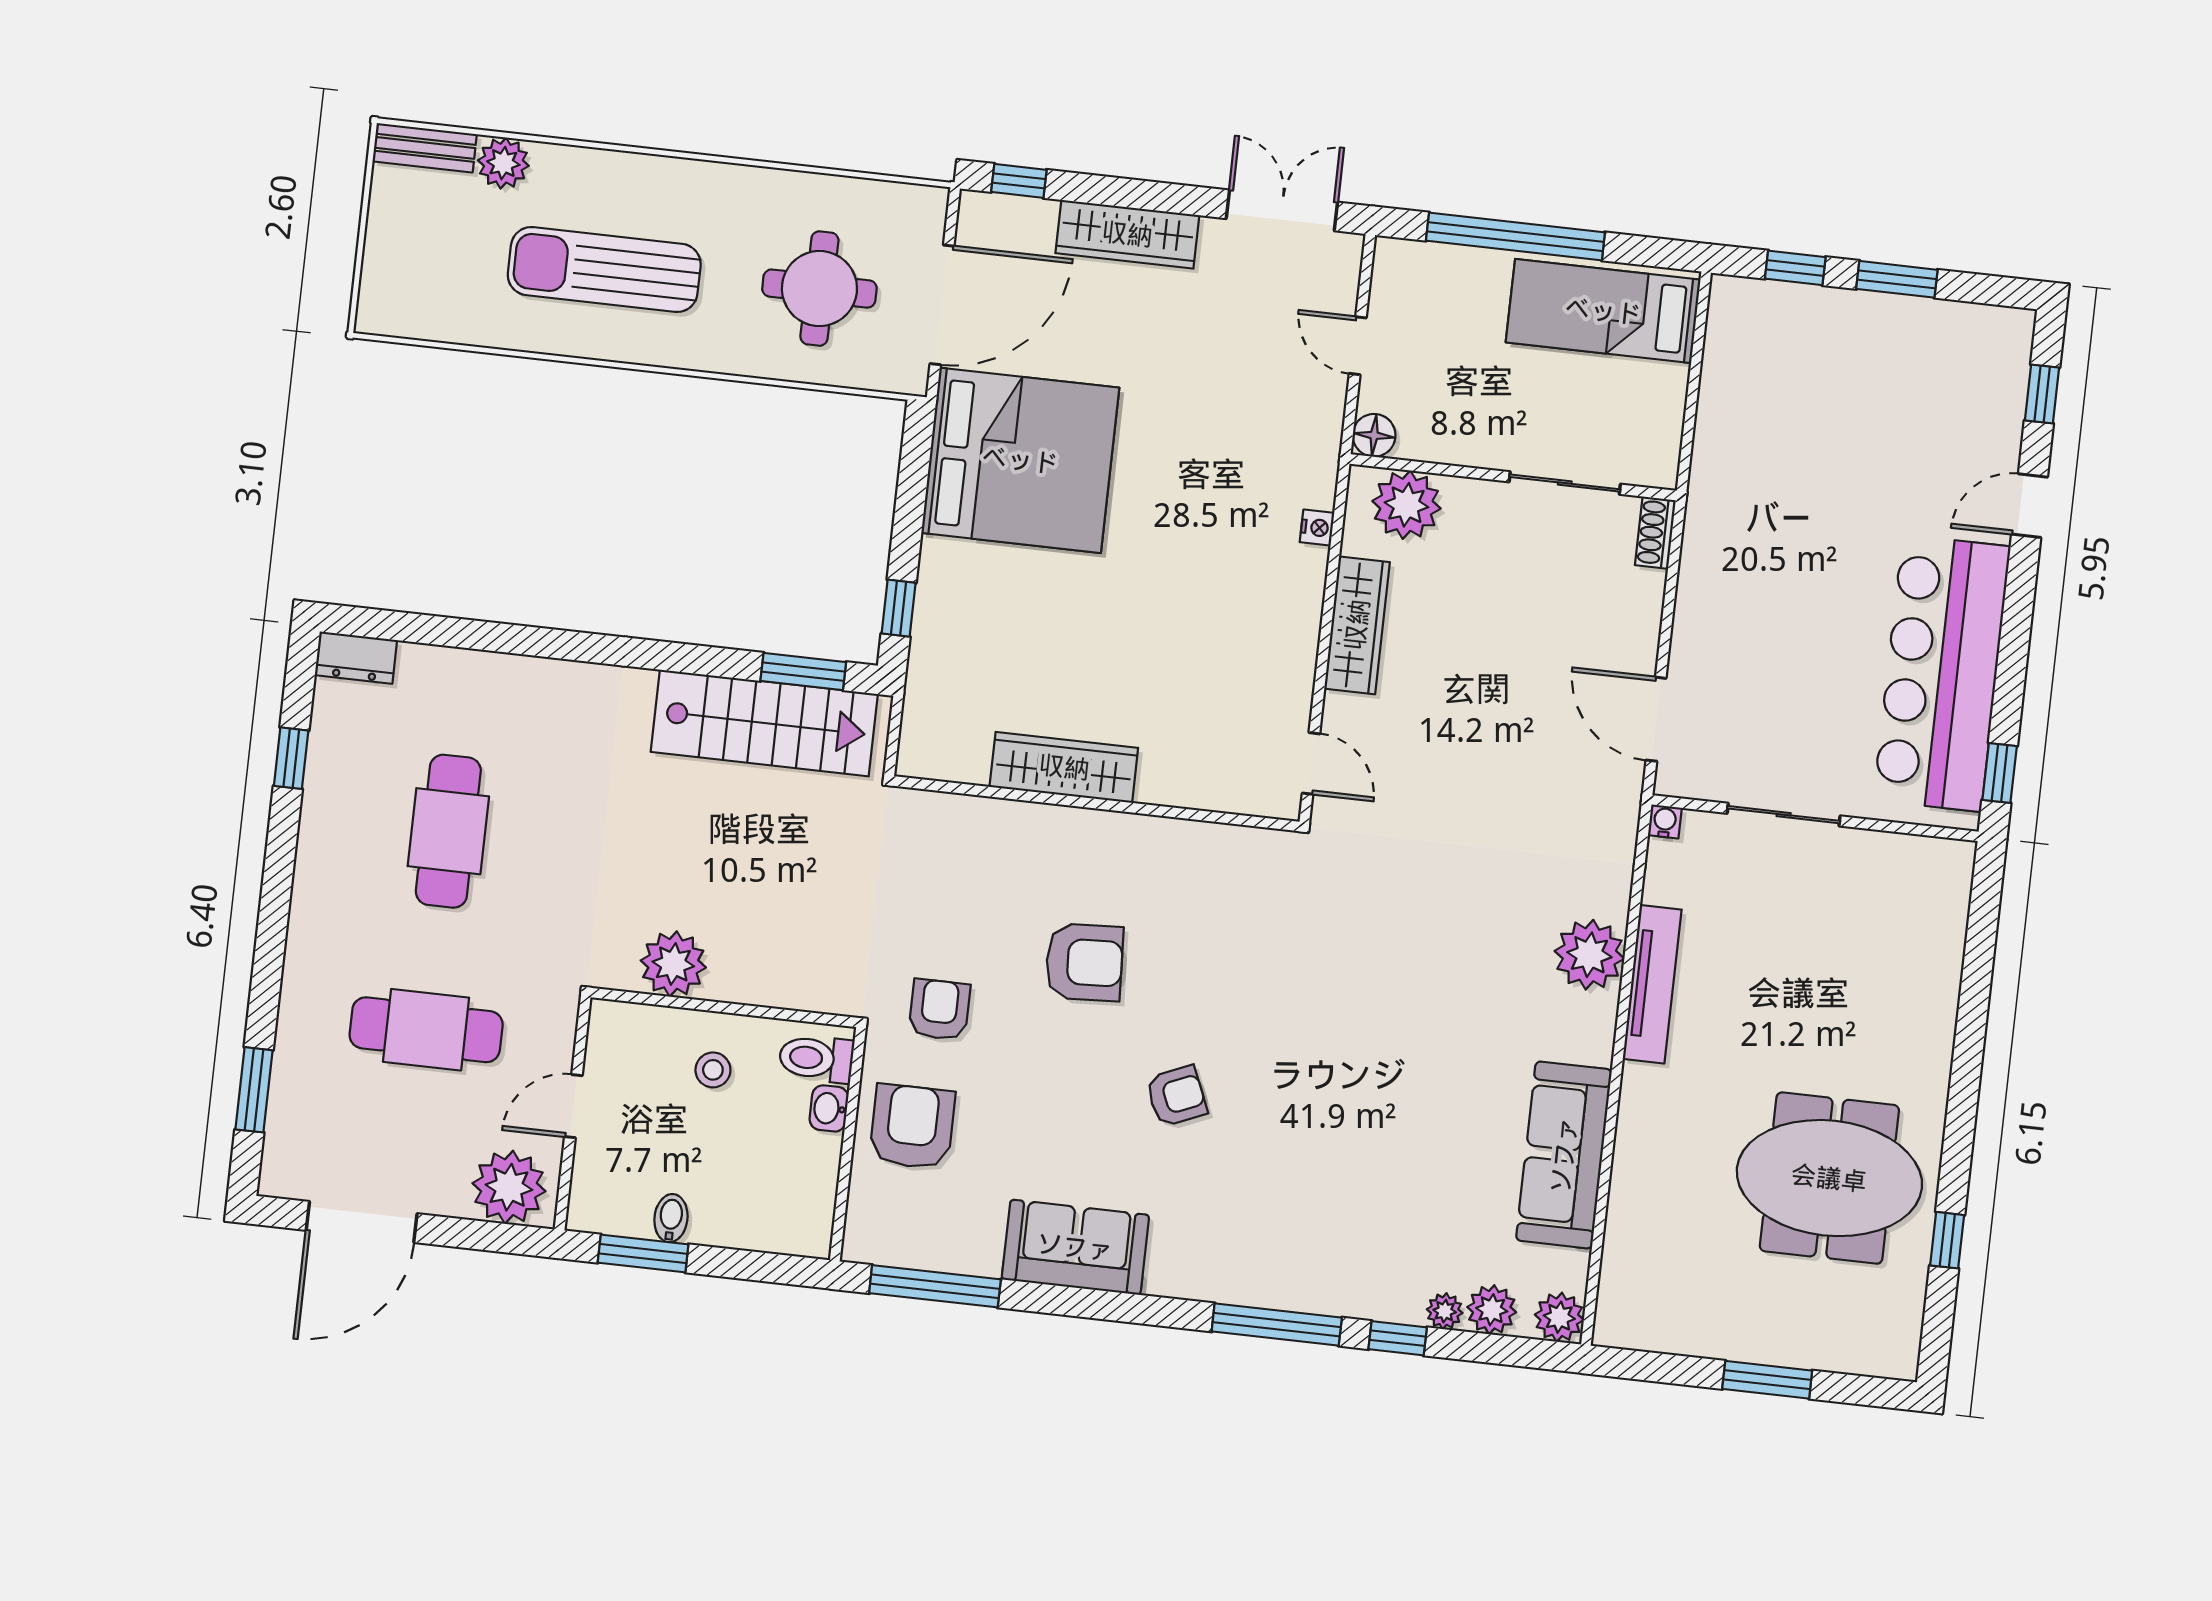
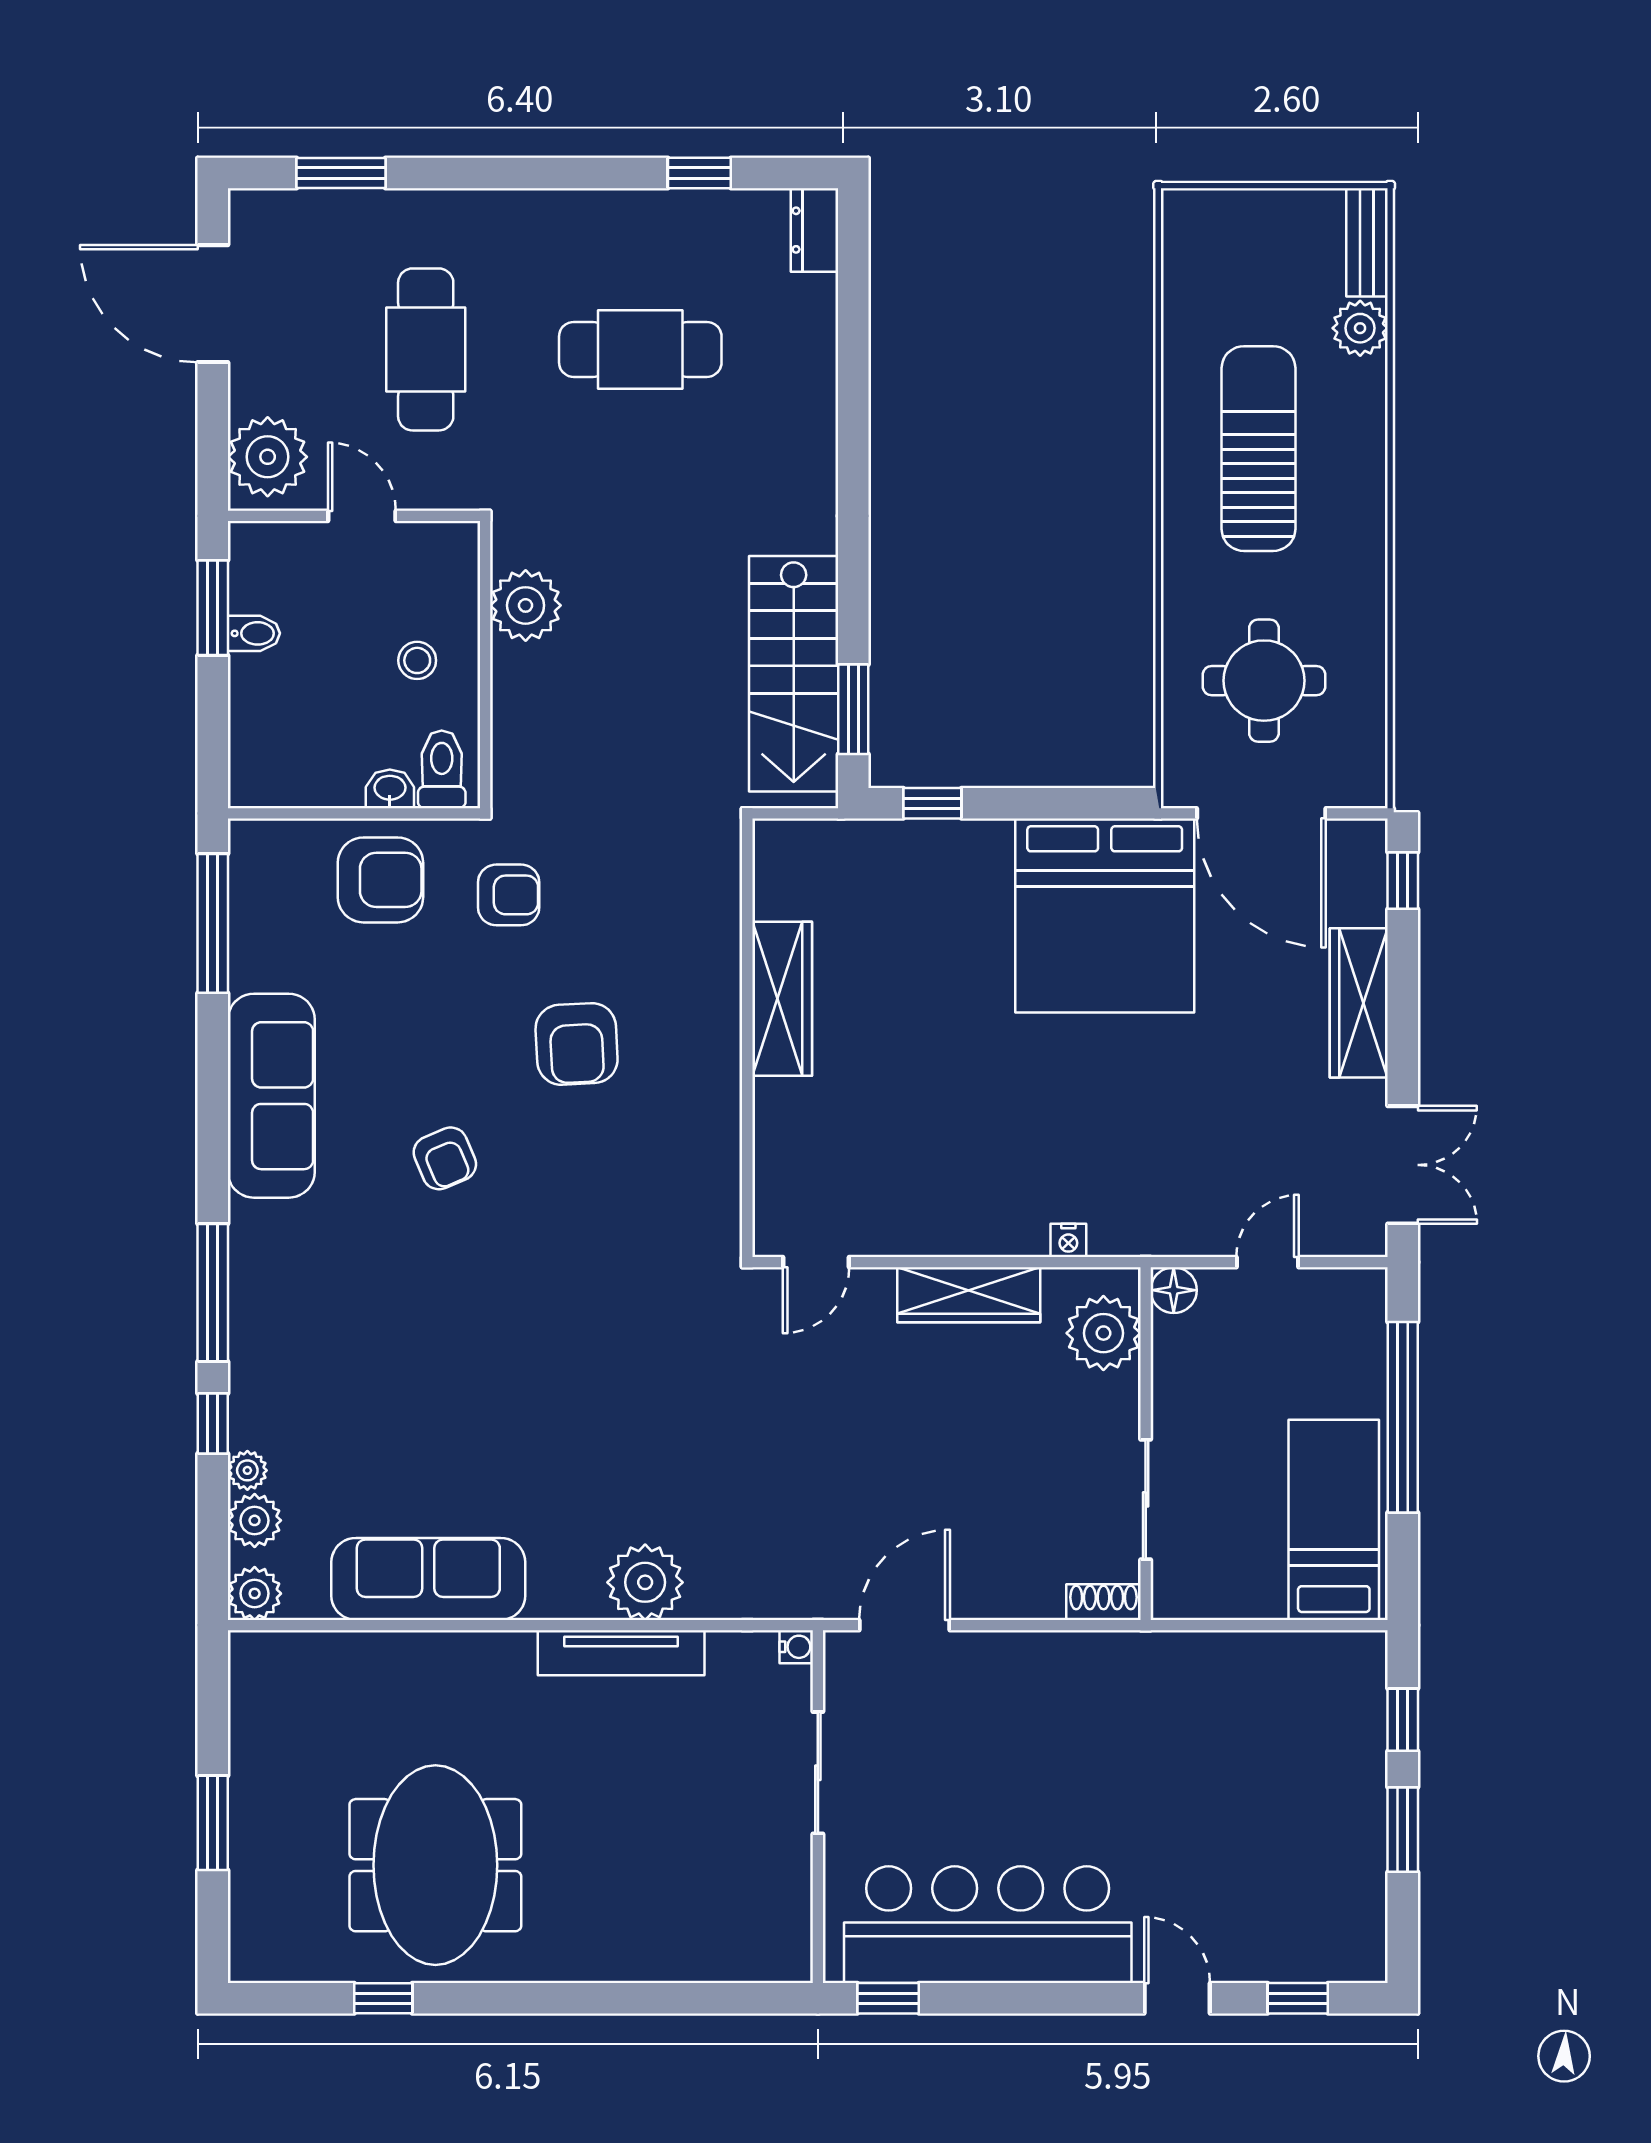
sofa: (1075, 1247) -> (271, 1096), width x1.36

